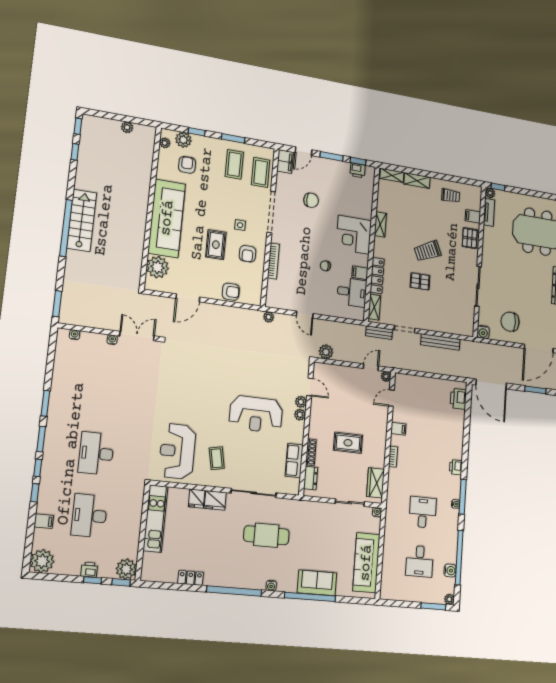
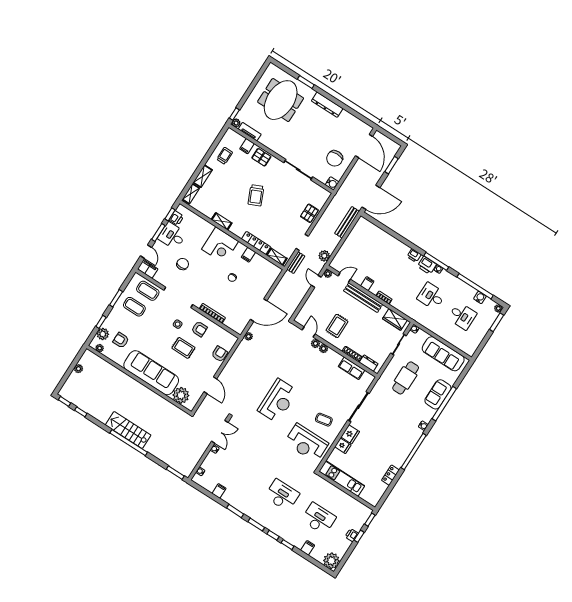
pallet: (420, 281) -> (309, 213), moved
desk: (352, 292) -> (172, 236), moved, turned -90
door: (305, 315) -> (259, 310), width x1.87
double door: (137, 336) -> (220, 432), swing flipped
bench: (440, 342) -> (347, 222), moved
plant: (326, 352) -> (324, 256), moved
filing cabinet: (61, 370) -> (219, 491), added
door: (310, 387) -> (309, 332), hinge flipped
door: (391, 398) -> (344, 278), swing flipped
printer: (458, 399) -> (427, 265), moved
reception desk: (256, 414) -> (278, 401), moved
bench: (381, 432) -> (363, 298), added
rug: (348, 443) -> (337, 326), moved
desk: (96, 453) -> (282, 495), turned 180
desk: (89, 516) -> (319, 519), turned 180
cafe table: (266, 535) -> (406, 378), moved
plant: (126, 569) -> (363, 512), removed

